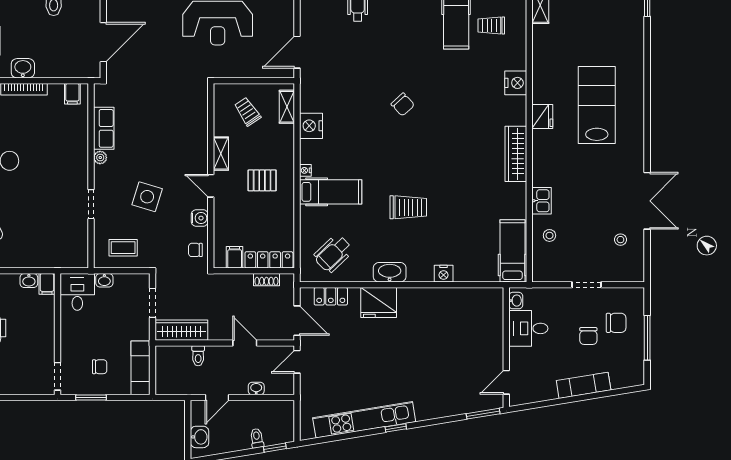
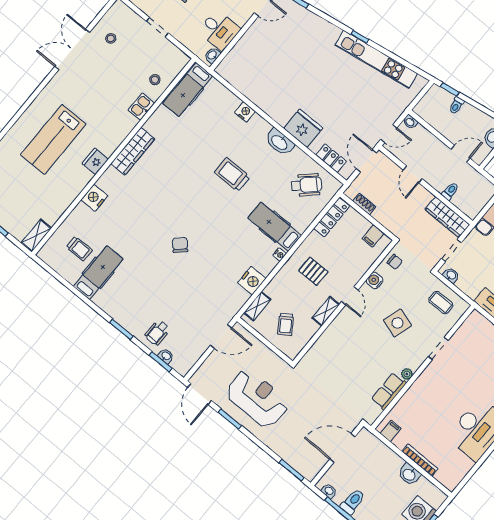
locker: (269, 260) -> (332, 217), moved, turned -90
washbasin: (104, 280) -> (451, 275), moved
washbasin: (256, 388) -> (410, 122), moved

